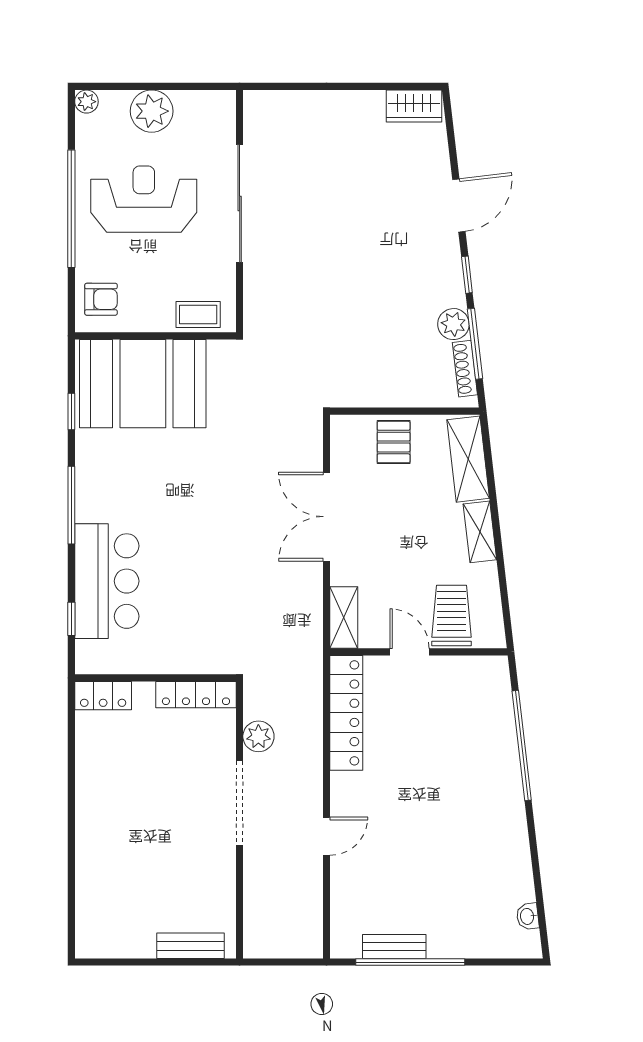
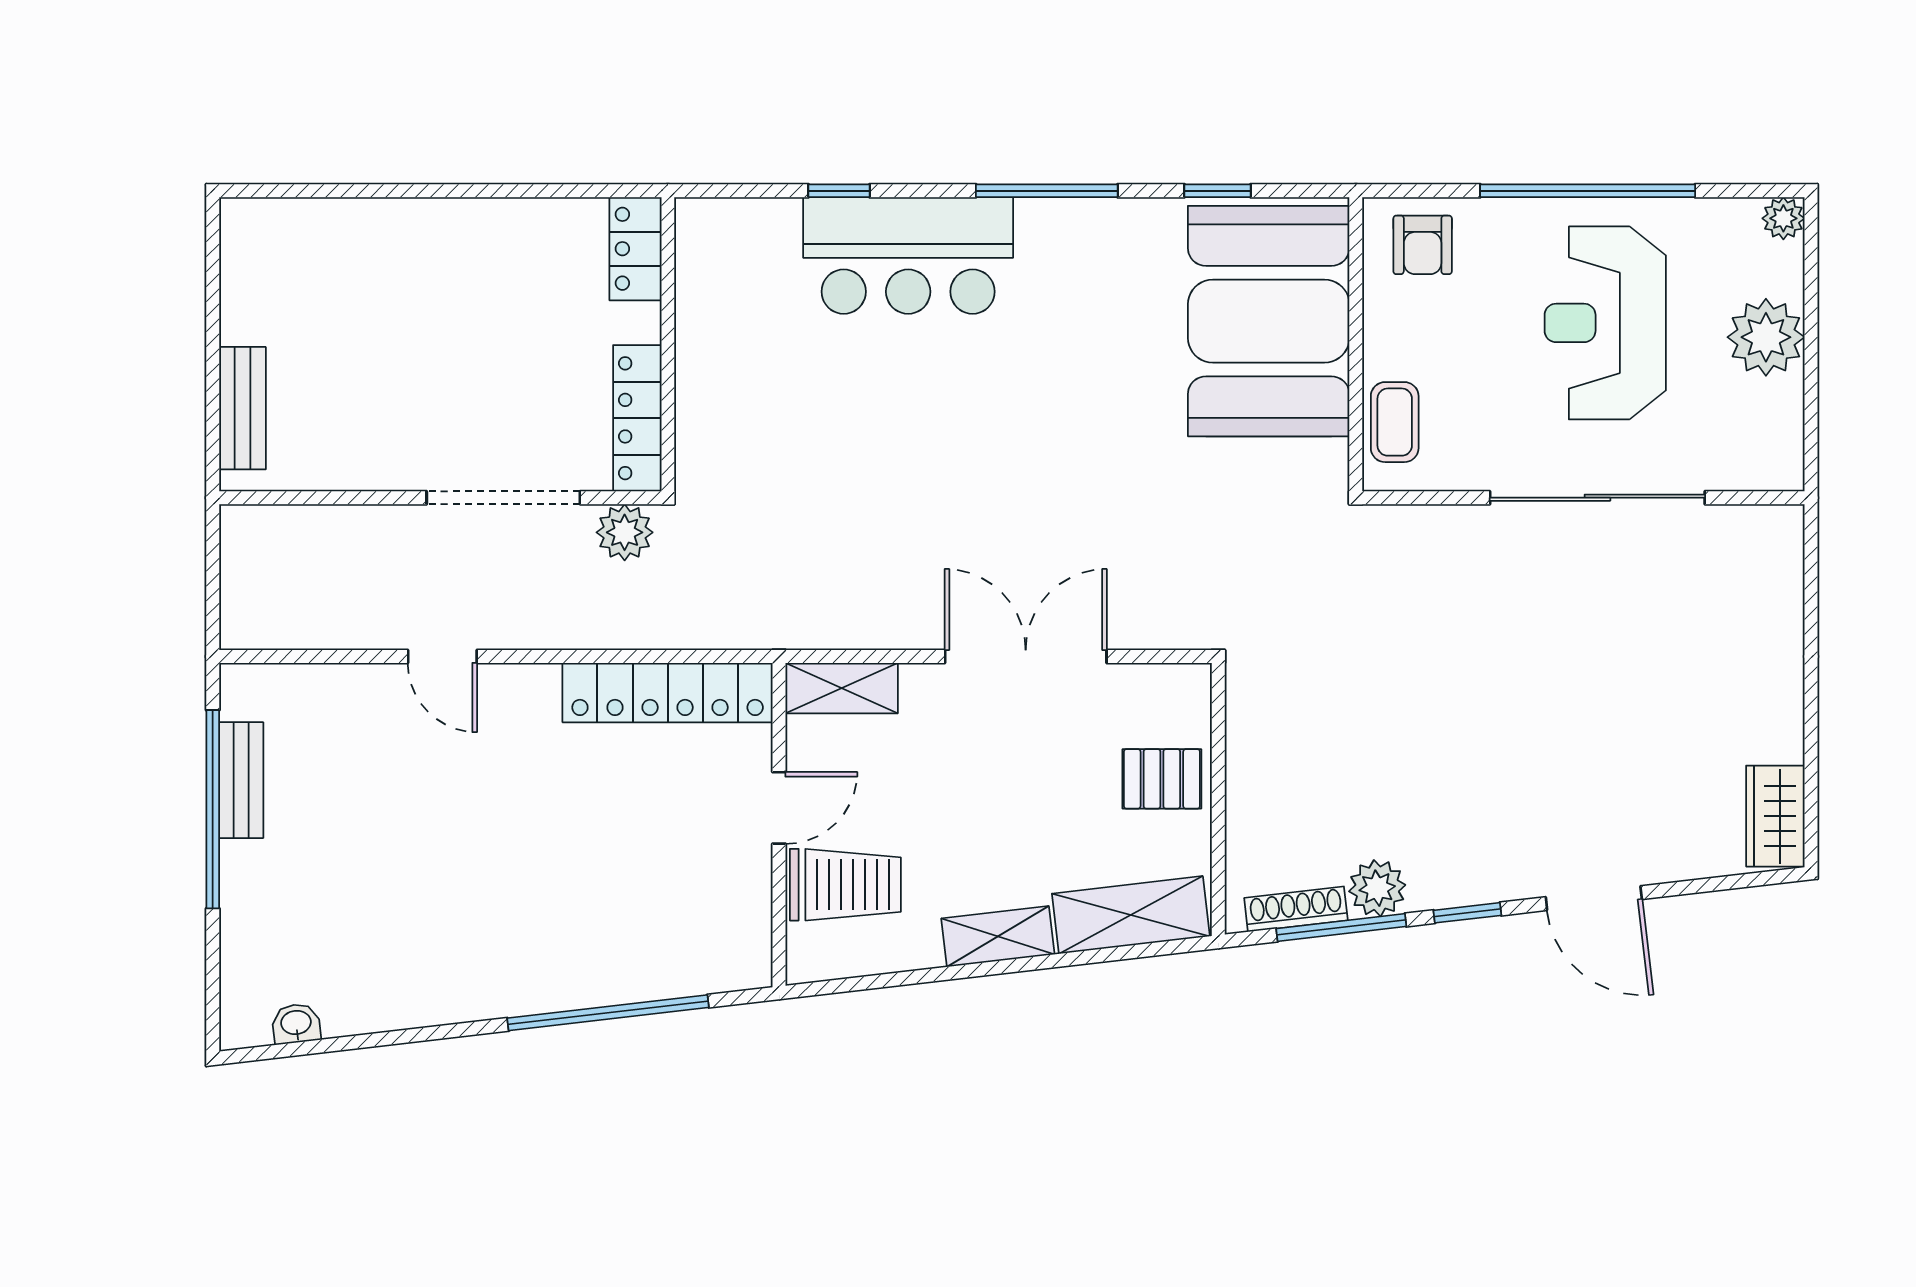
reception desk: (144, 199) -> (1605, 323), turned 180
wall: (155, 678) -> (668, 344), moved
locker: (196, 695) -> (637, 418), moved
locker: (103, 696) -> (635, 249), moved

